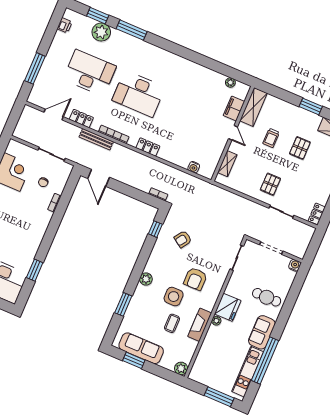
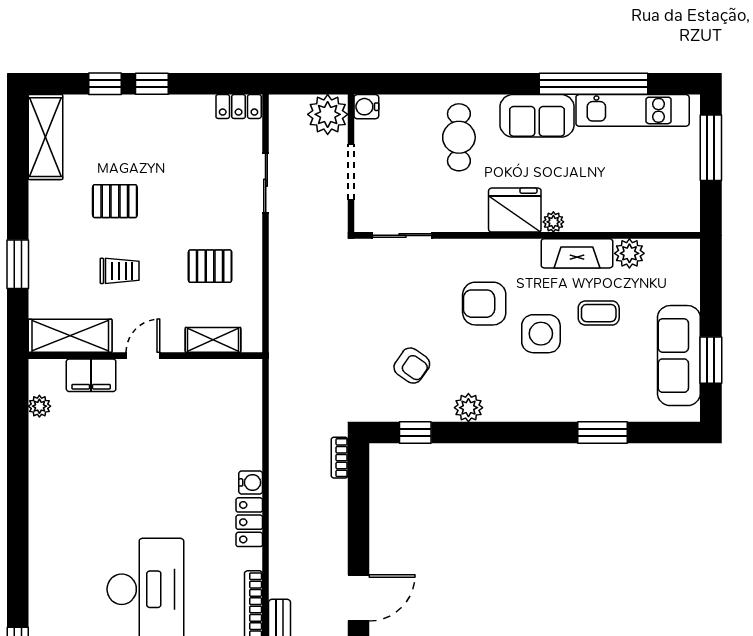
window: (311, 106) -> (18, 264), moved
water cooler: (194, 167) -> (251, 482), moved
pallet: (270, 184) -> (210, 266), moved
plant: (298, 248) -> (328, 114), added
plant: (146, 279) -> (468, 408), moved
armchair: (195, 279) -> (484, 304), turned 180
plant: (181, 368) -> (629, 253), moved

